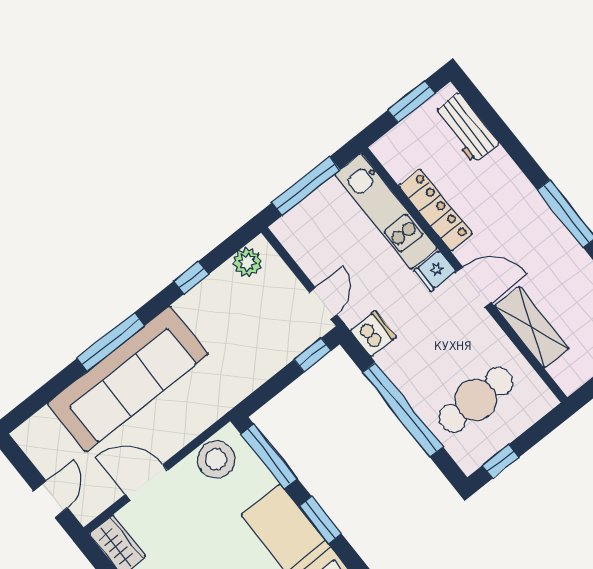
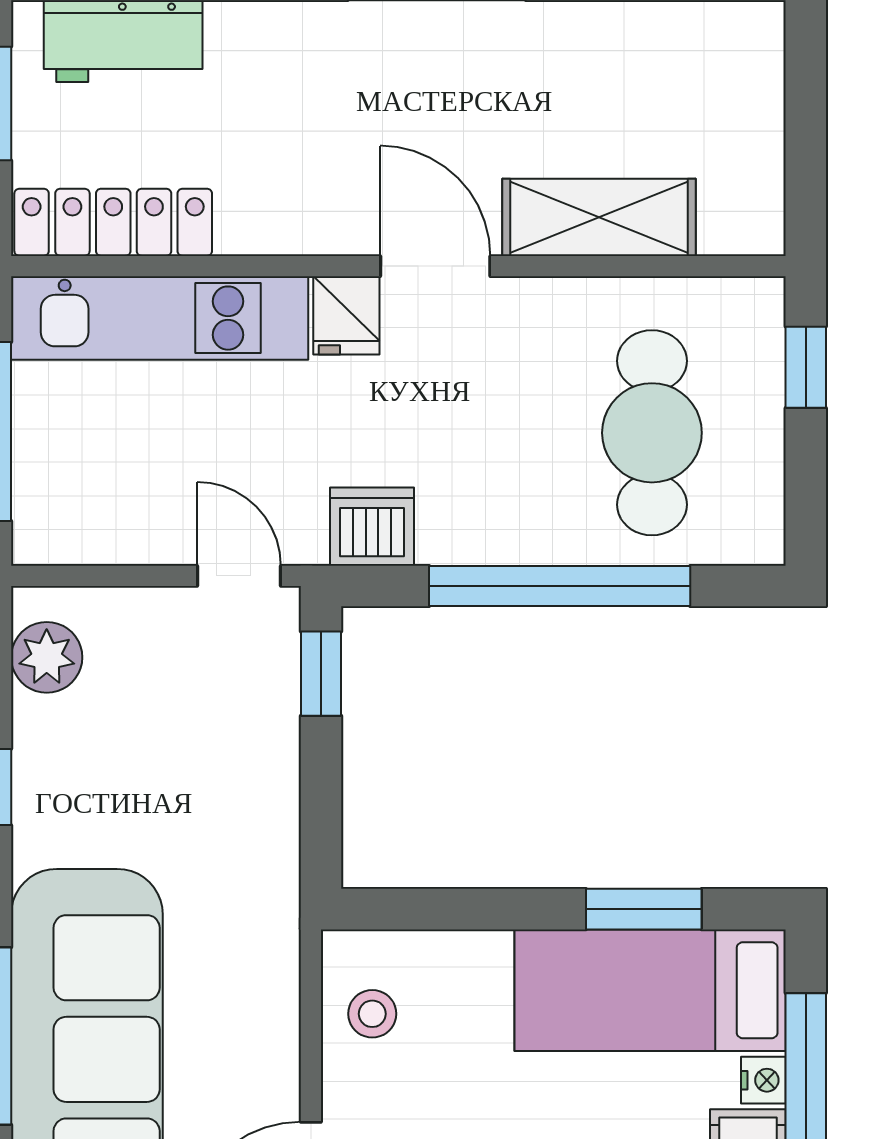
locker: (435, 210) -> (113, 222), moved
door: (474, 287) -> (435, 266), hinge flipped
window: (269, 457) -> (447, 909), removed
stool: (216, 459) -> (372, 1014), width x0.53, depth x0.53
window: (501, 461) -> (806, 367), moved

